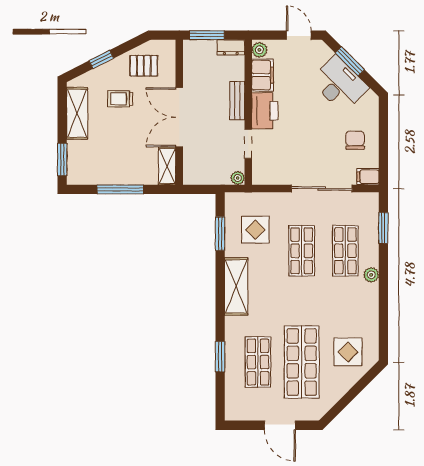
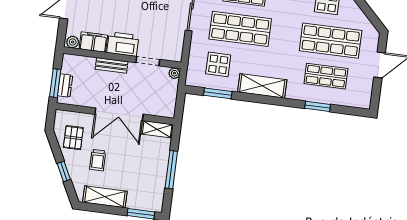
dresser: (231, 47) -> (65, 86), moved
shop shelf: (302, 251) -> (240, 29), width x1.43, depth x1.36

